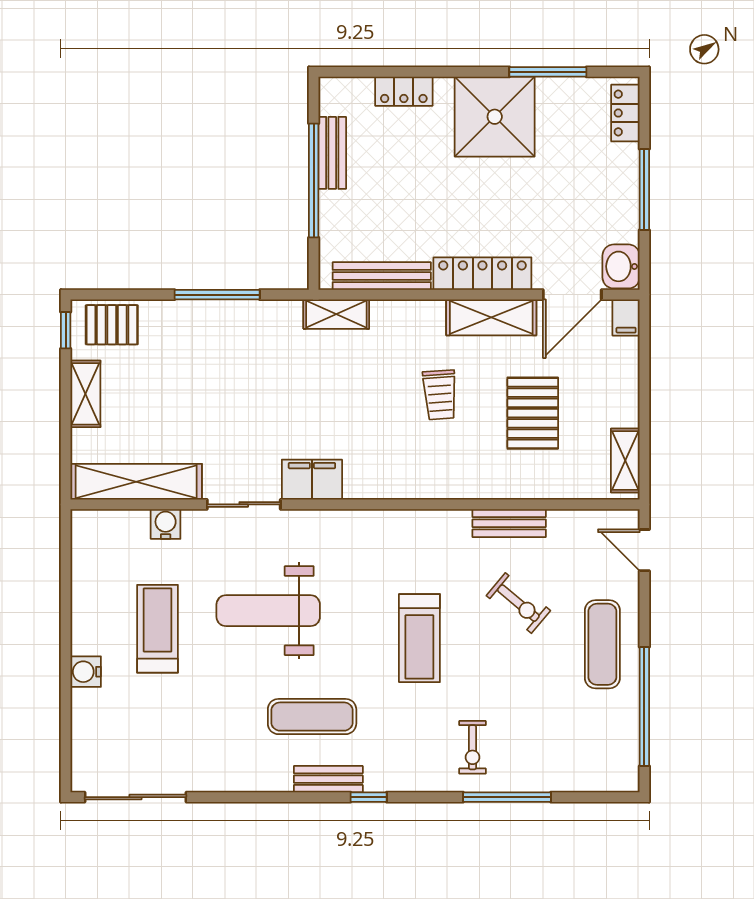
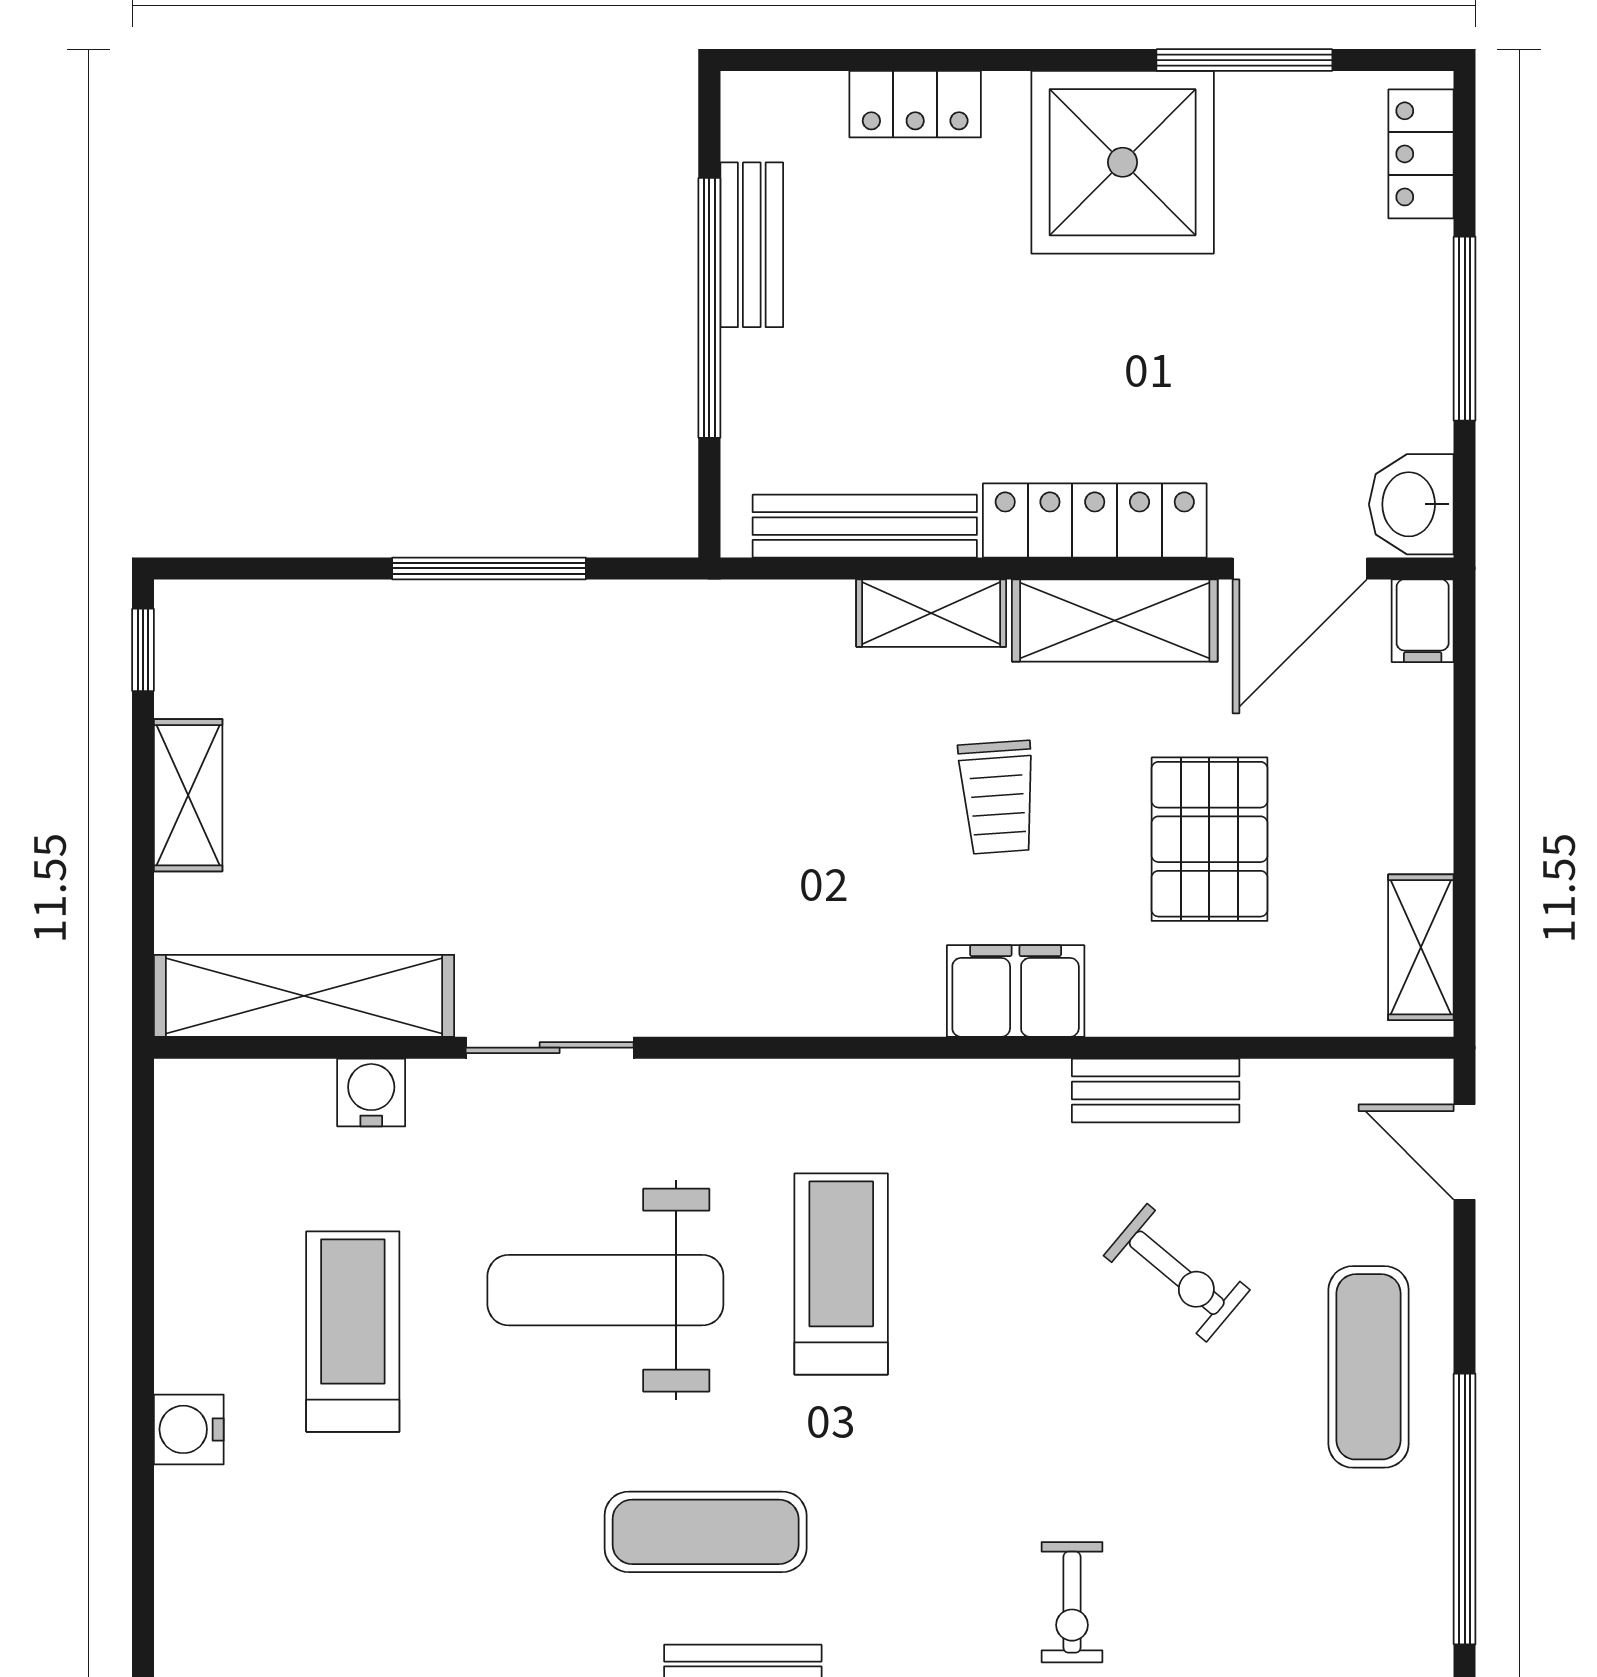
shelving: (336, 314) -> (931, 613), moved
pallet: (112, 325) -> (248, 637), removed
filing cabinet: (312, 480) -> (1016, 991), moved
treadmill: (419, 638) -> (841, 1274), moved, turned 180

